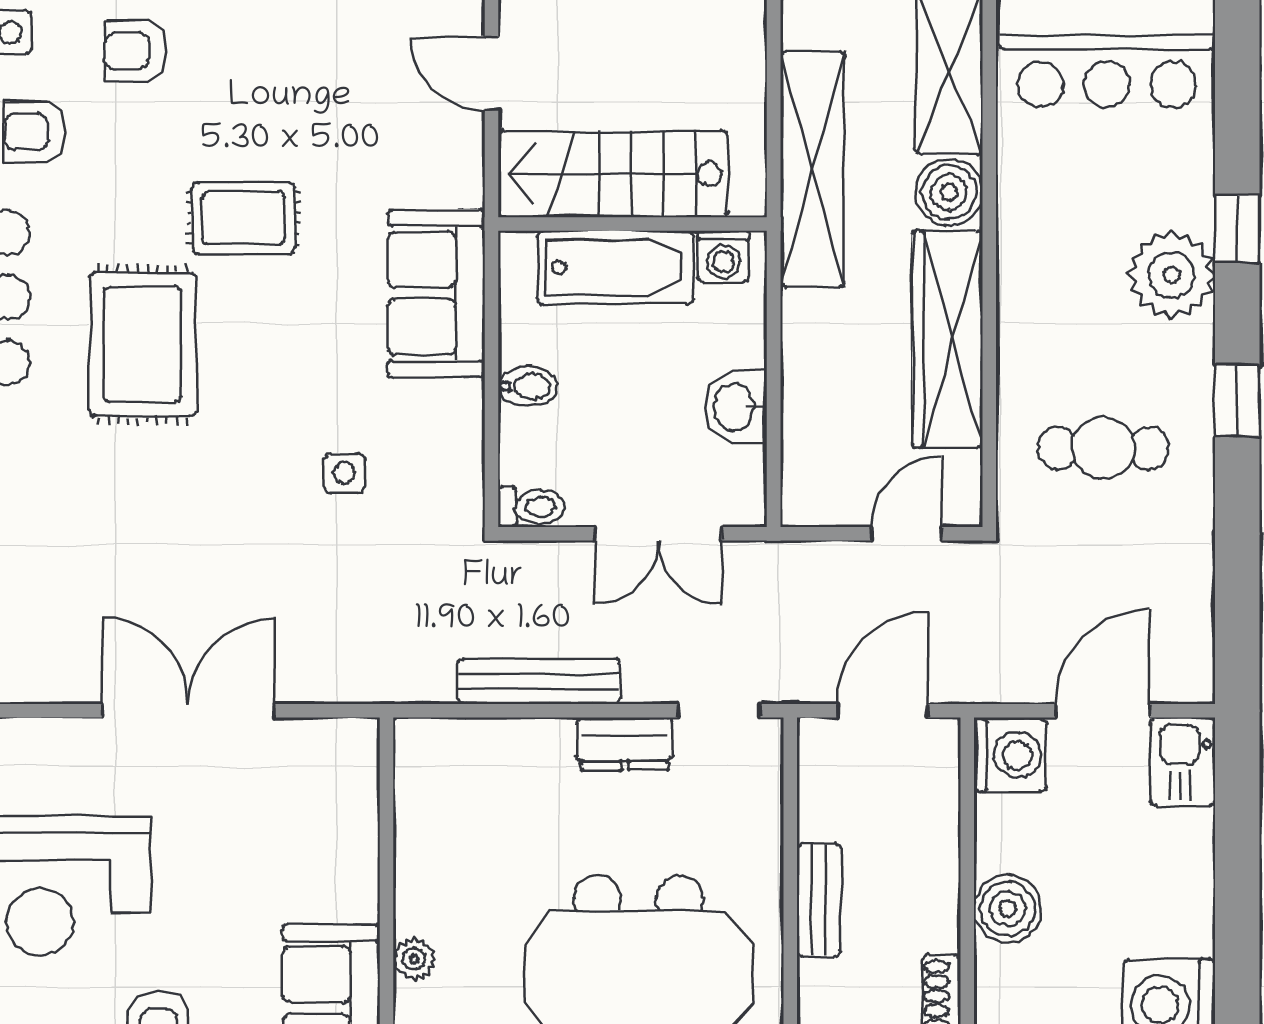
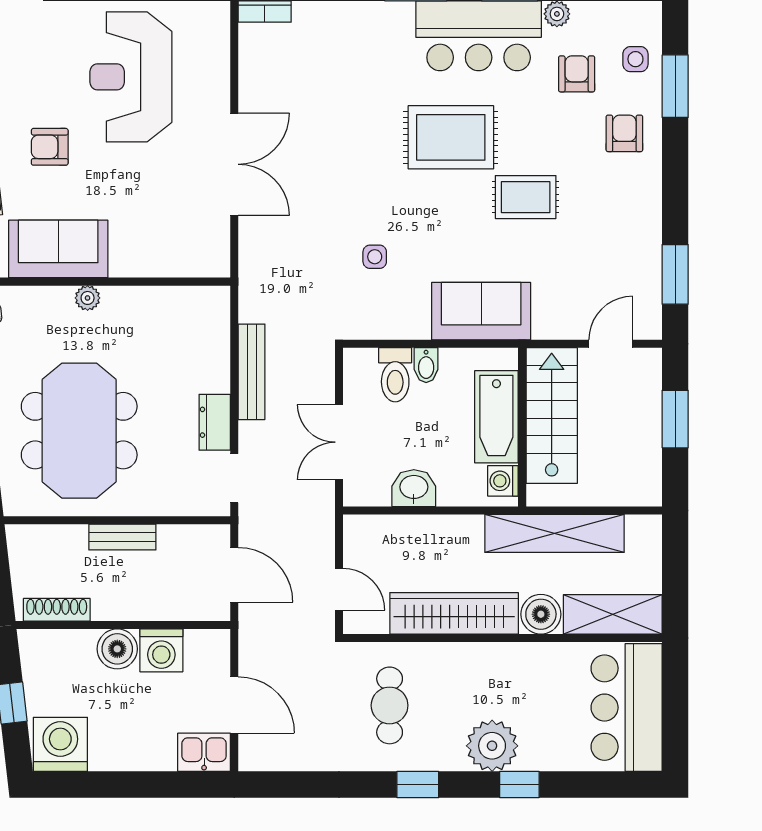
rug: (243, 218) -> (526, 197), turned 90
toilet: (531, 507) -> (395, 375), moved, width x1.37, depth x1.39
washing machine: (1010, 755) -> (161, 650), moved

